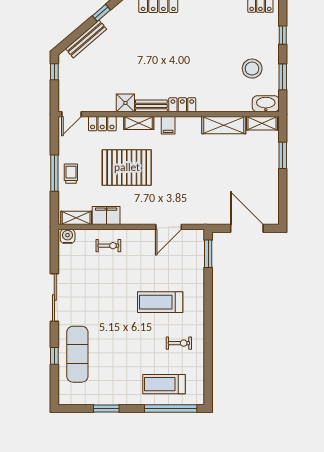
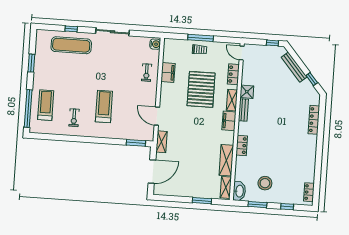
locker: (182, 105) -> (242, 145), moved
filing cabinet: (168, 125) -> (229, 121), width x2.00
shelving: (76, 218) -> (162, 142), moved

